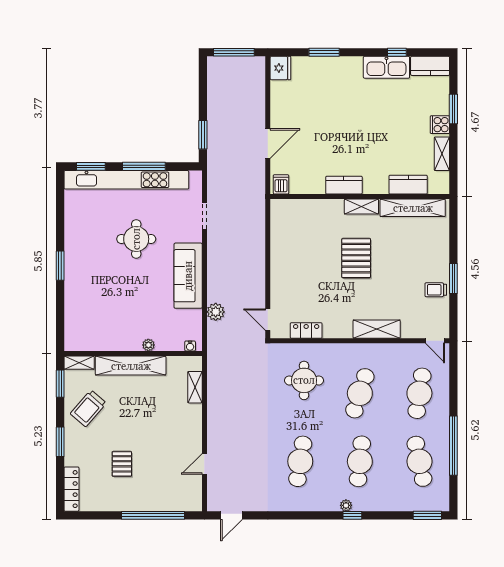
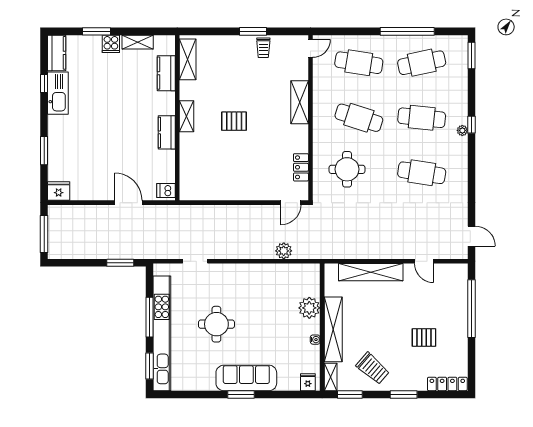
shelving: (413, 208) -> (188, 59), width x0.68
pallet: (356, 258) -> (234, 121), width x0.67, depth x0.71
sofa: (188, 276) -> (246, 378), moved, turned 180
fridge: (73, 338) -> (308, 382), added
plant: (148, 345) -> (309, 308), width x1.87, depth x1.87
water cooler: (190, 346) -> (315, 340), moved
shelving: (195, 387) -> (371, 272), width x2.20, depth x1.33

